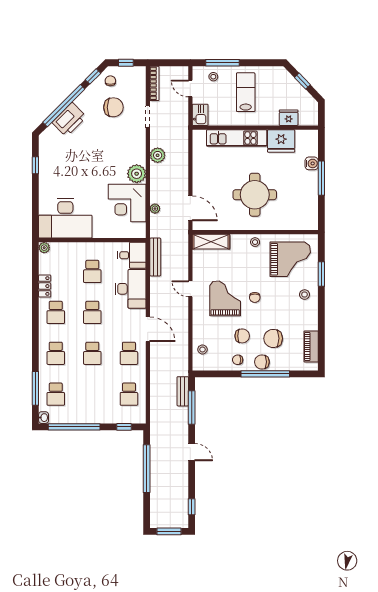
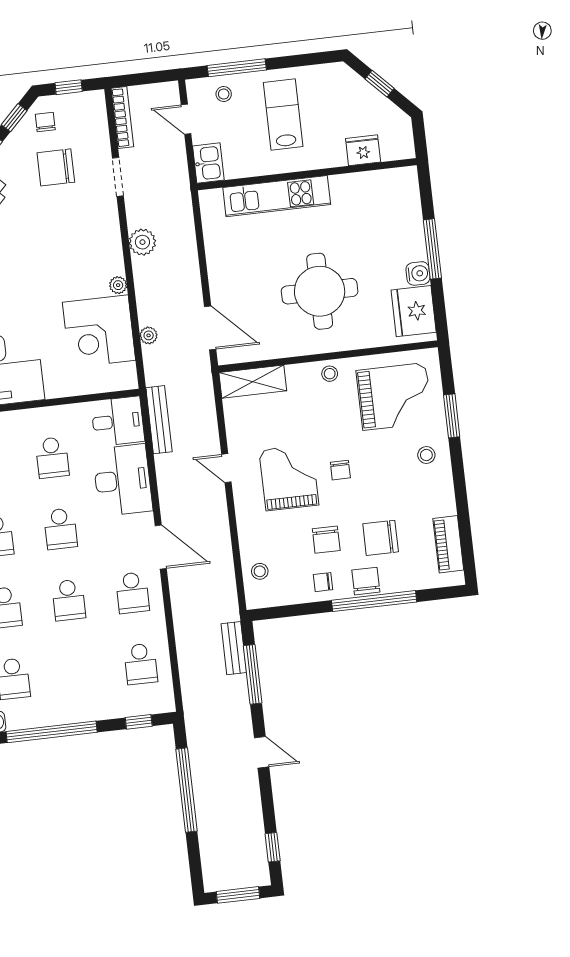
chair: (113, 107) -> (56, 167), turned 180
fridge: (281, 141) -> (414, 311), moved, turned 90
water cooler: (312, 163) -> (418, 273), moved
plant: (137, 174) -> (118, 285), width x0.53, depth x0.53
chair: (242, 336) -> (326, 540), turned 90
chair: (262, 362) -> (366, 581), turned 90

